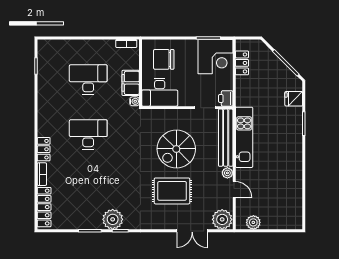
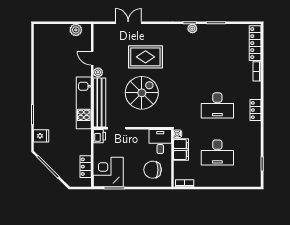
chair: (164, 59) -> (153, 170), turned 180
desk: (160, 92) -> (160, 142), width x0.73
locker: (44, 149) -> (256, 110), moved
plant: (113, 219) -> (192, 28), width x0.53, depth x0.53
plant: (222, 219) -> (103, 32), removed

